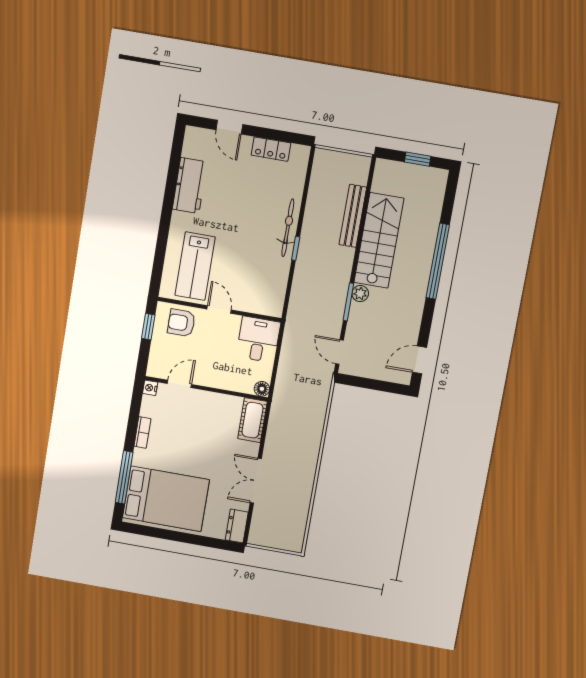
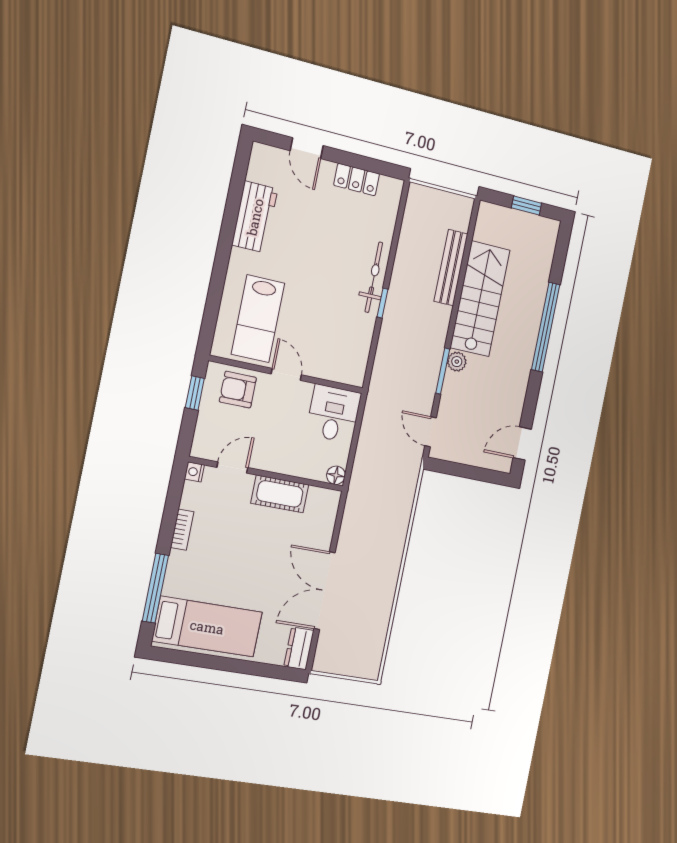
cot: (252, 420) -> (280, 494), moved, turned 90
double door: (256, 481) -> (325, 591), width x1.37
bed: (166, 499) -> (207, 627), width x0.67

